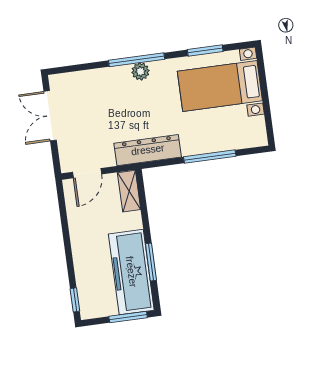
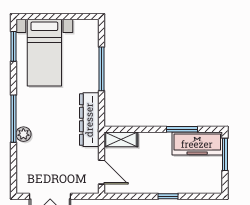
window: (205, 51) -> (13, 46), moved
plant: (140, 71) -> (23, 134), moved
freezer: (131, 272) -> (197, 144), width x0.73, depth x0.79
window: (75, 300) -> (168, 196), moved

